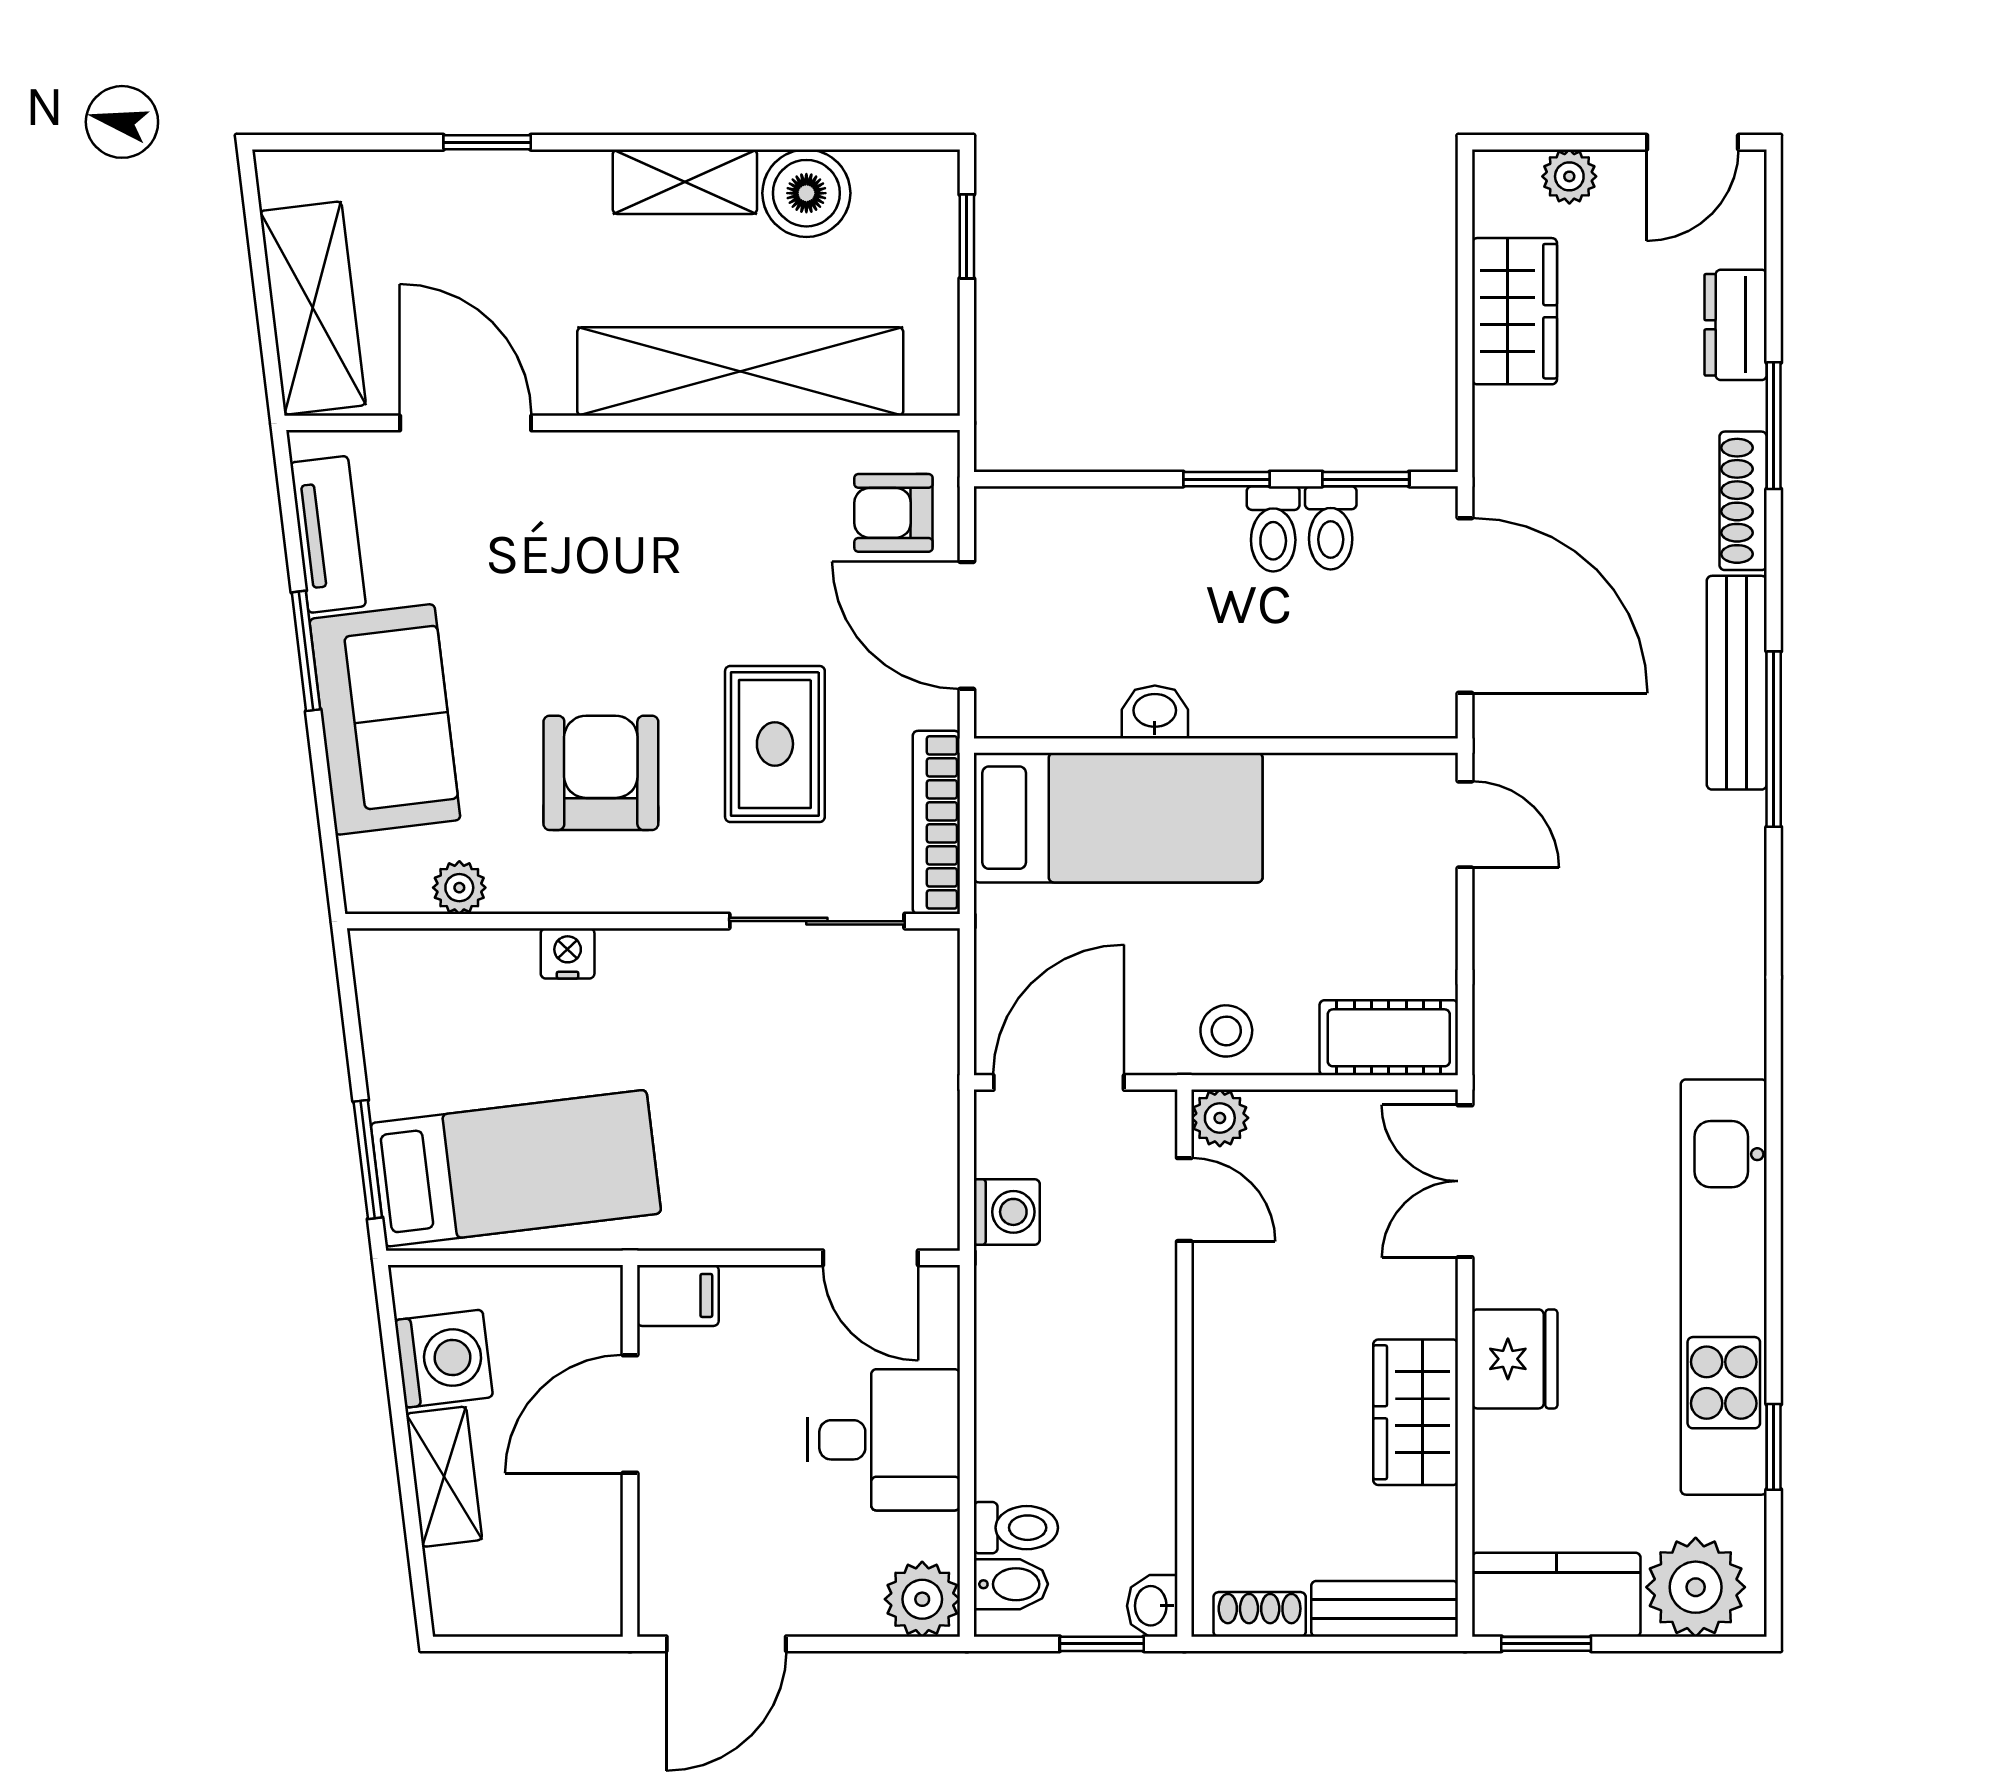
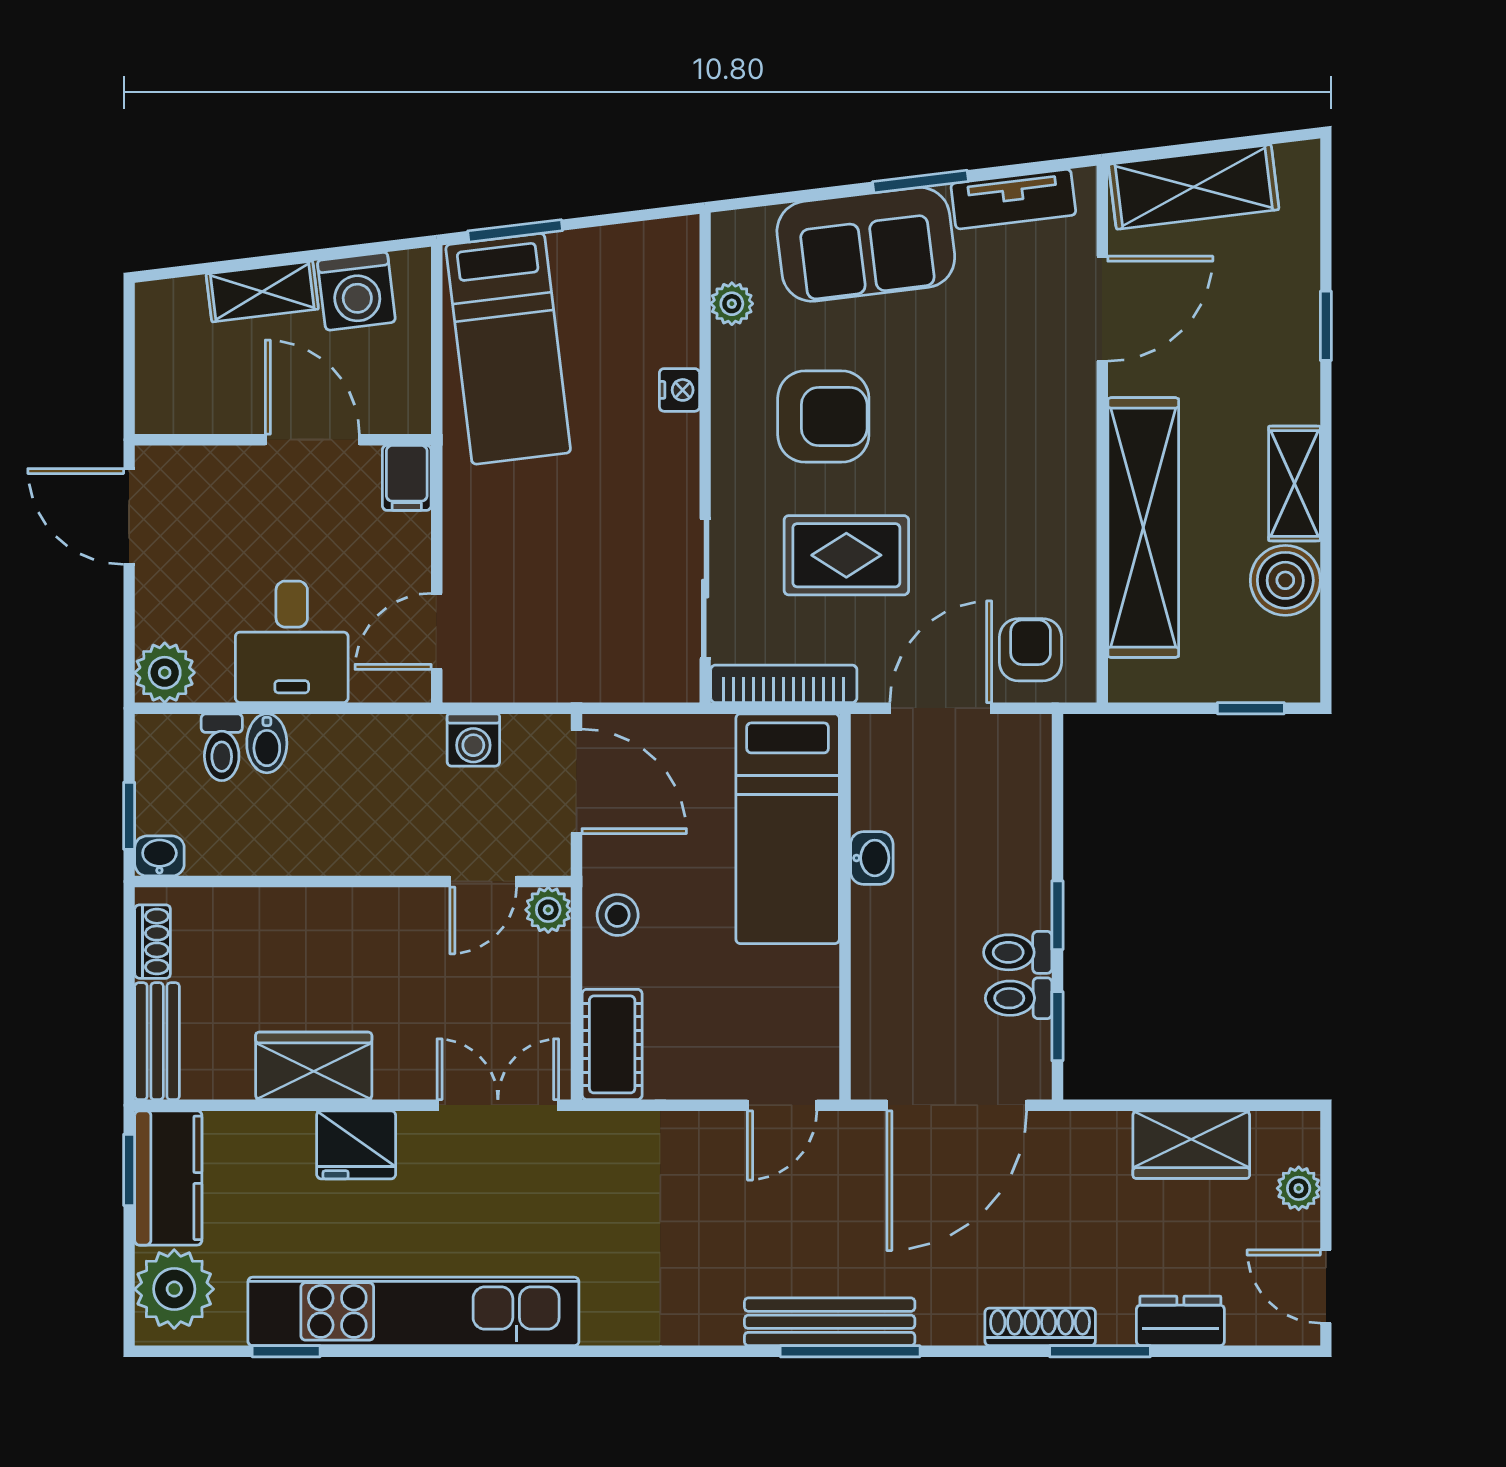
bench: (1737, 683) -> (830, 1322), moved
bidet: (1011, 1584) -> (267, 743), moved

